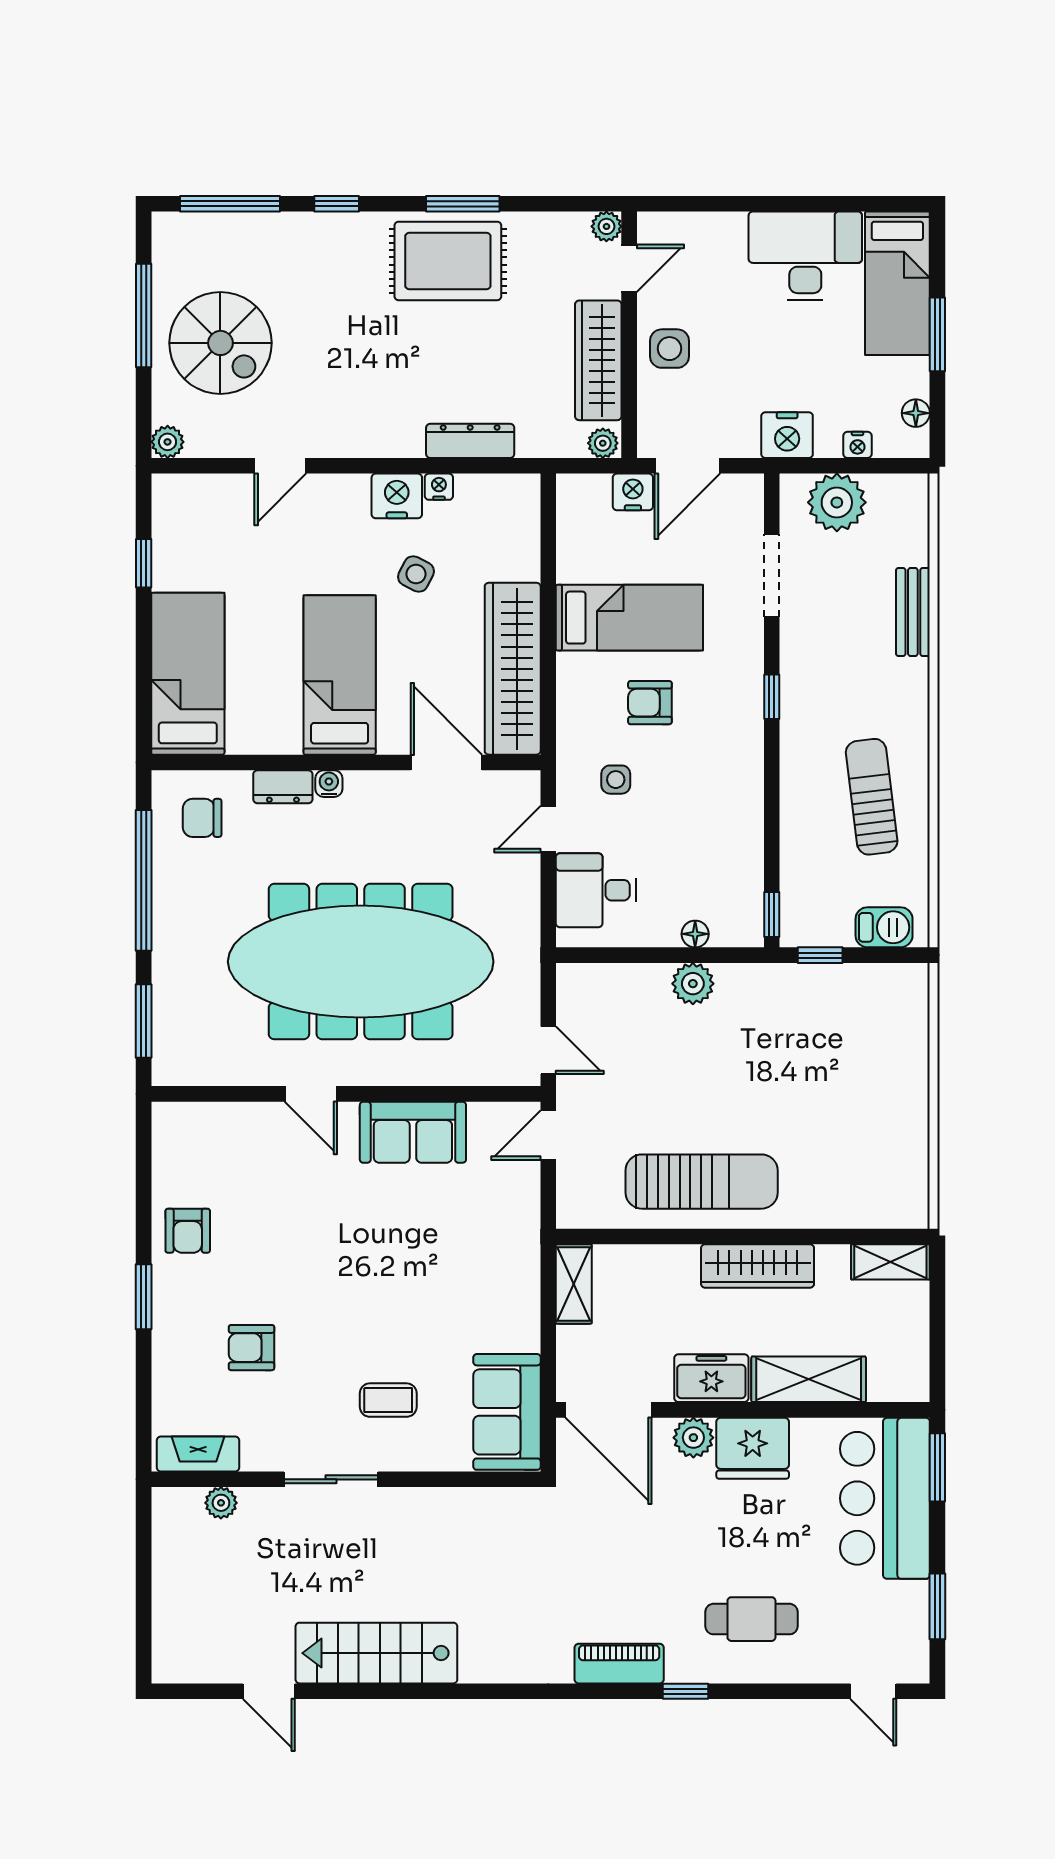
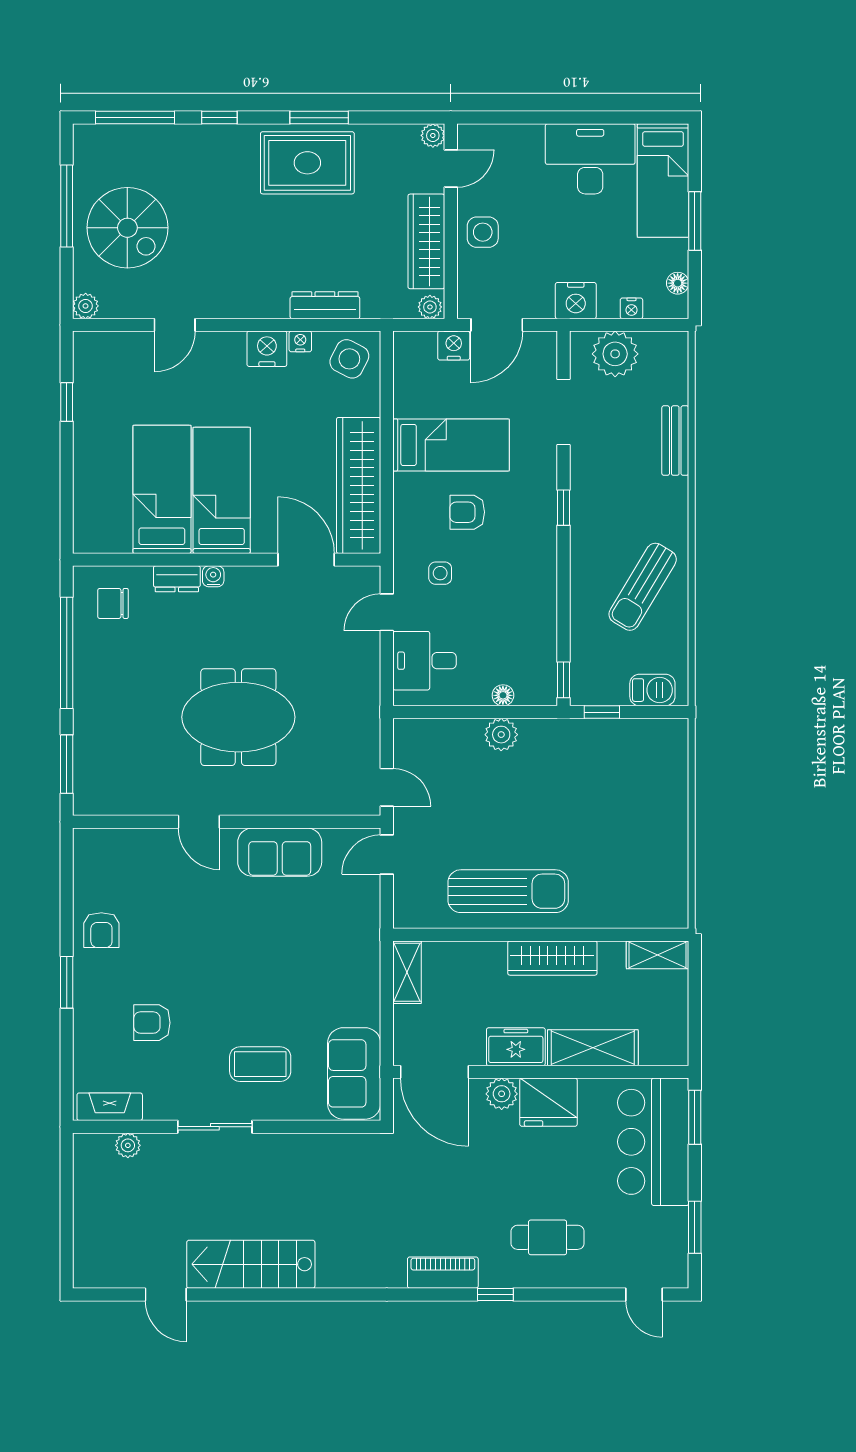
side table: (416, 574) -> (349, 359), moved, width x1.37, depth x1.37
bed: (188, 674) -> (162, 489), moved
sun lounger: (872, 797) -> (643, 587), turned -142
meeting table: (361, 962) -> (238, 717), width x0.54, depth x0.79
coffee table: (388, 1400) -> (260, 1064), width x1.36, depth x1.30

